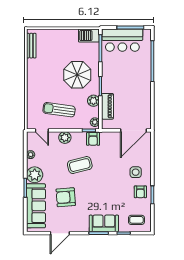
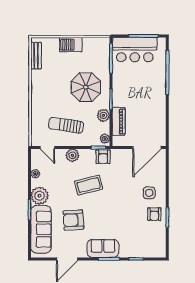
barbecue: (89, 36) -> (71, 45), moved
coffee table: (136, 220) -> (150, 245), removed
sofa: (104, 223) -> (103, 248), moved

